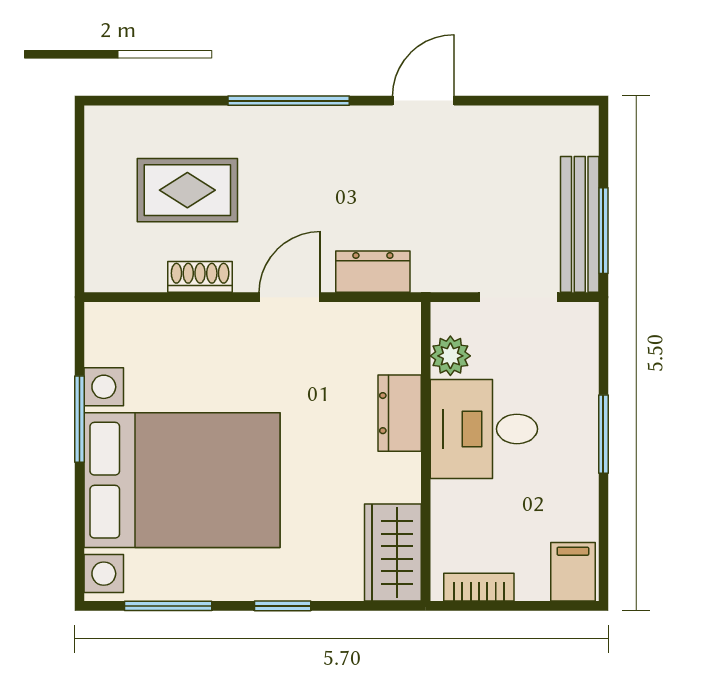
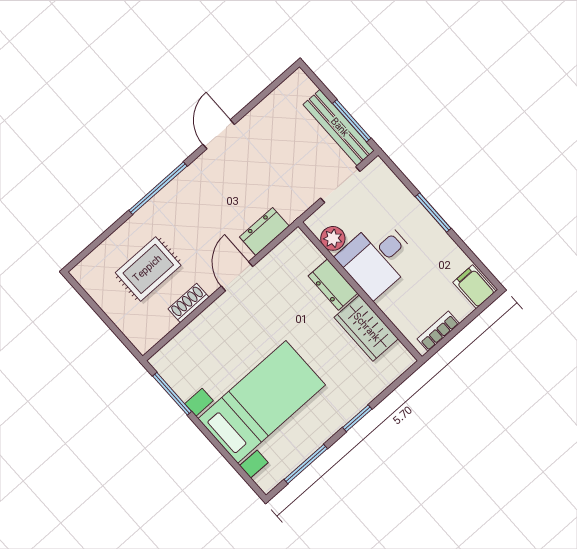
window: (80, 419) -> (172, 394), moved
bed with nightstands: (182, 480) -> (262, 402), width x0.73
wardrobe: (393, 553) -> (366, 328), moved

